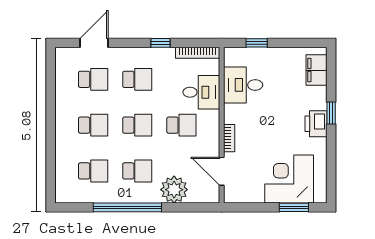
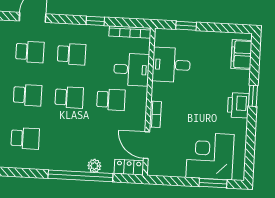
school desk: (137, 171) -> (67, 141), removed
plant: (174, 190) -> (94, 166), width x0.53, depth x0.53
locker: (204, 195) -> (129, 167), added
window: (127, 207) -> (80, 176), moved

